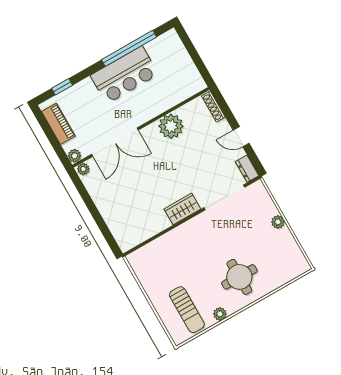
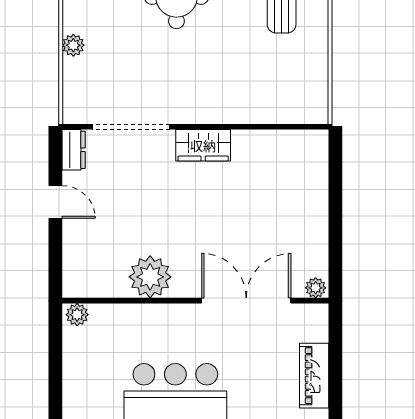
shoe rack: (213, 107) -> (71, 270), removed
plant: (75, 156) -> (77, 315), moved

